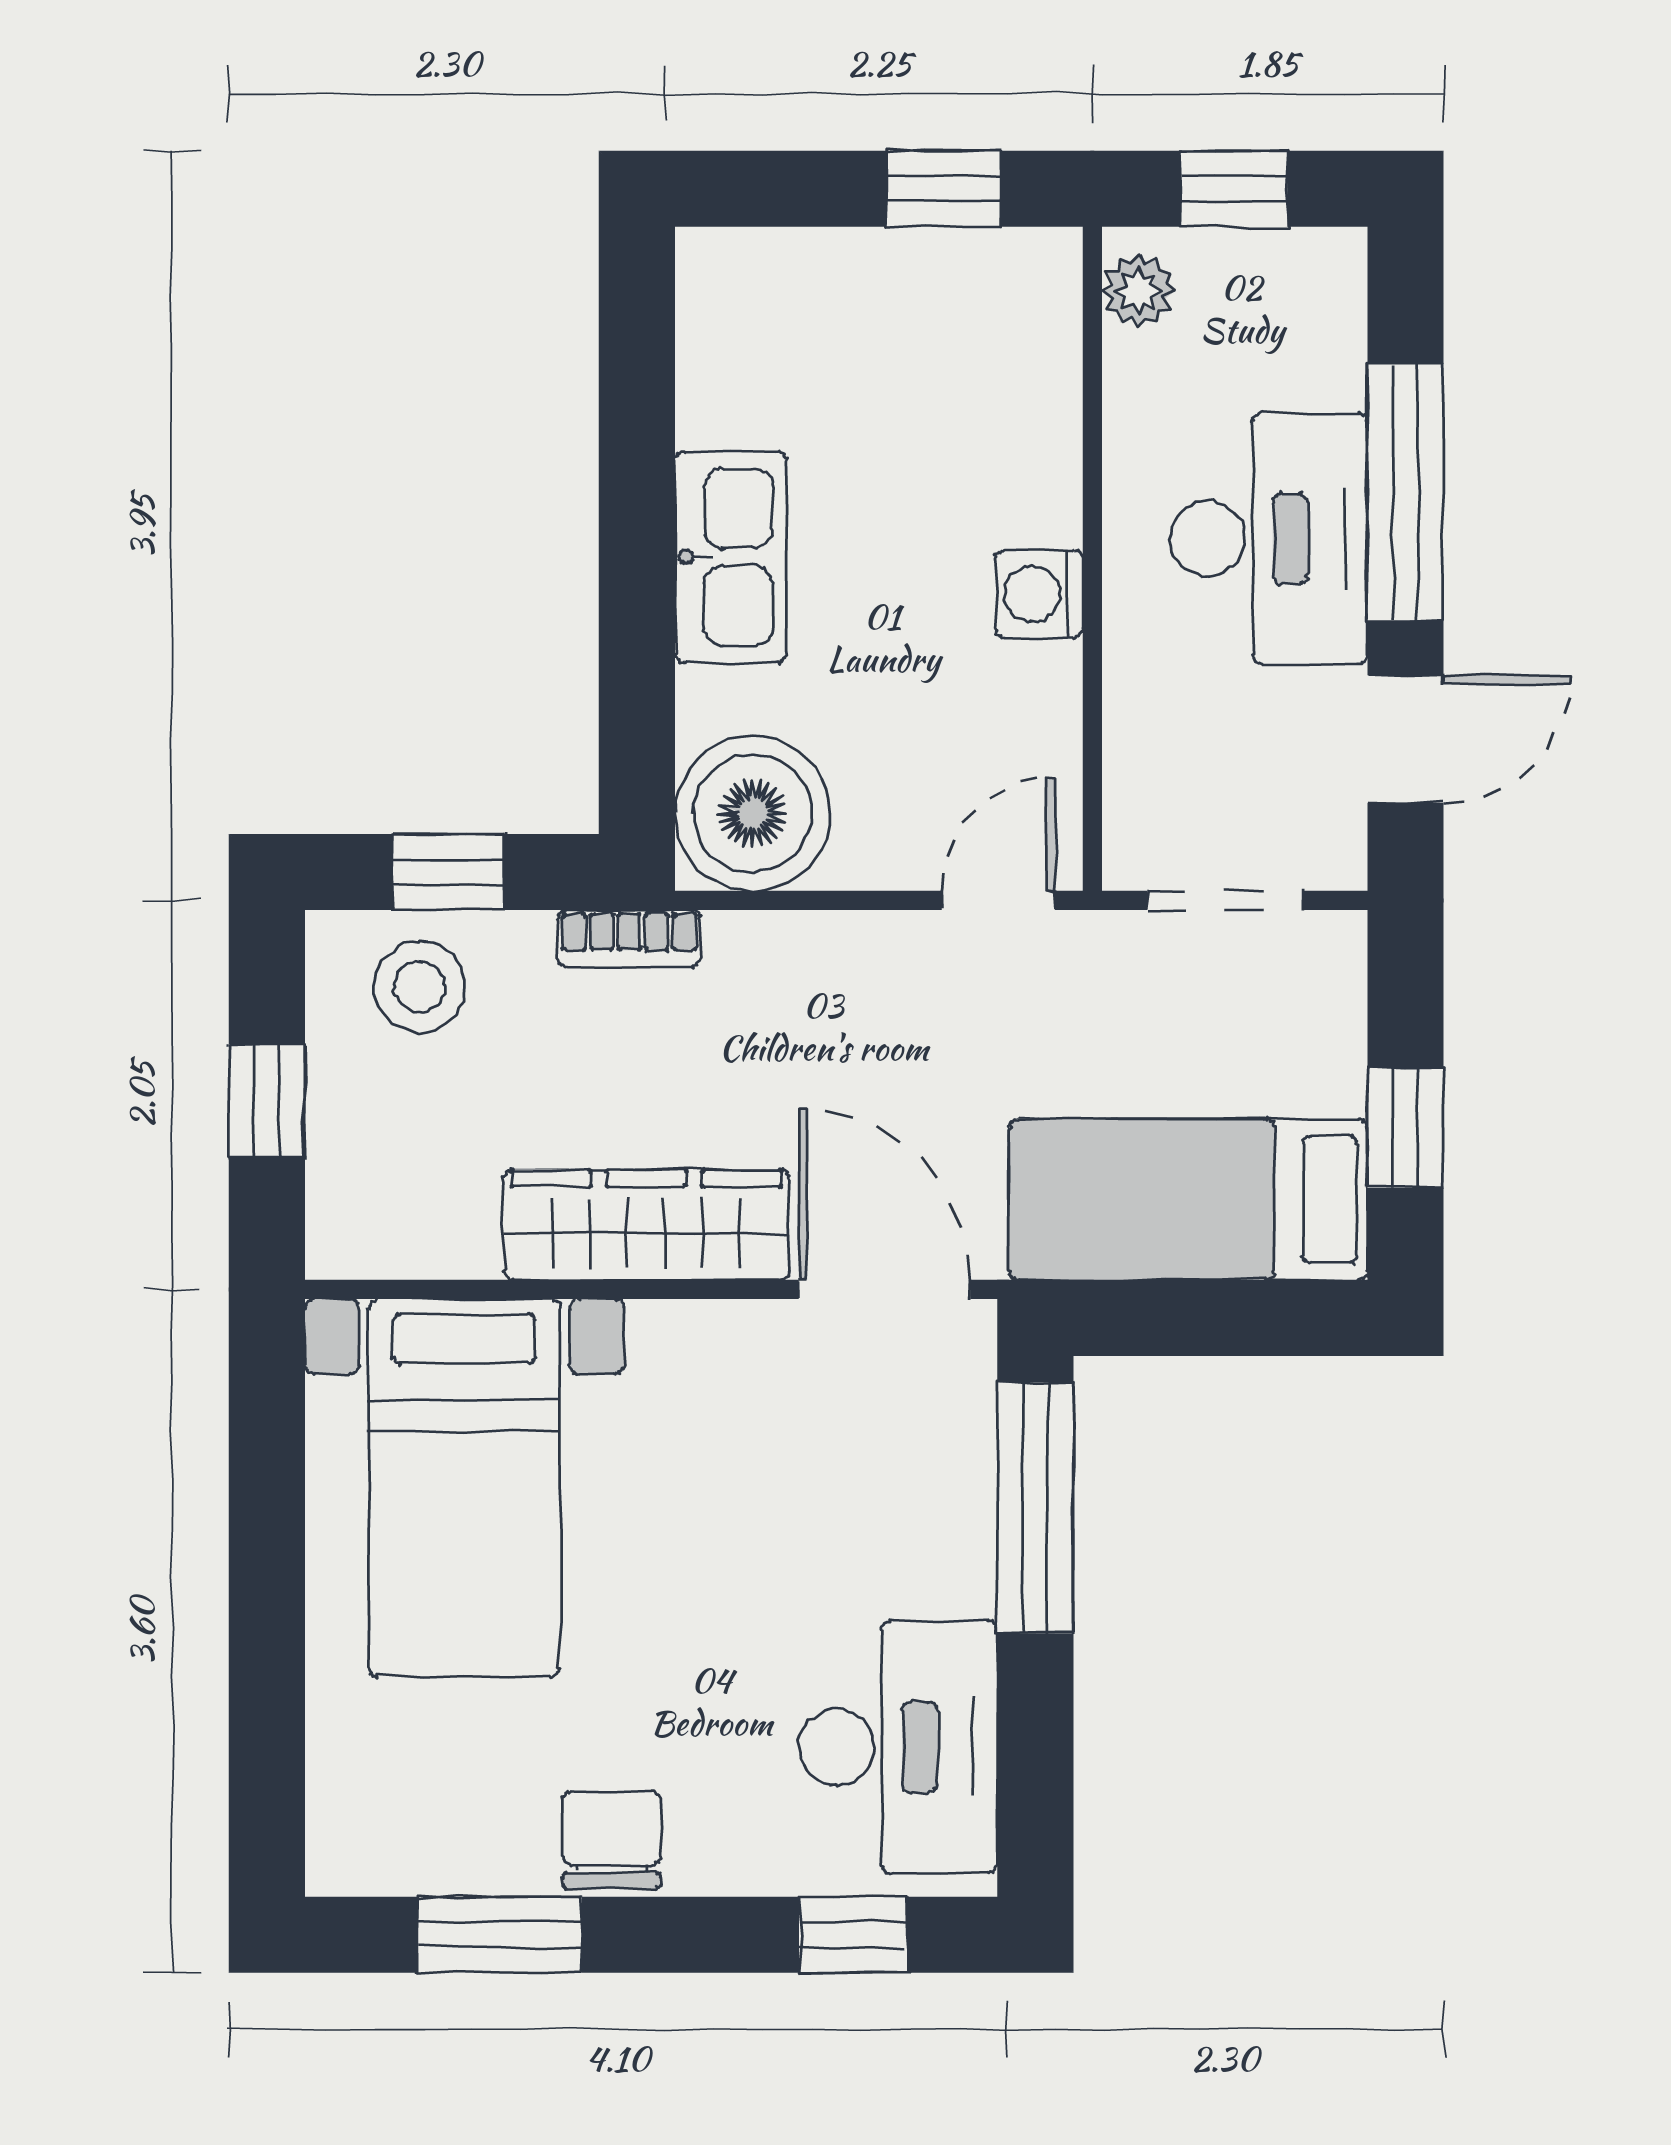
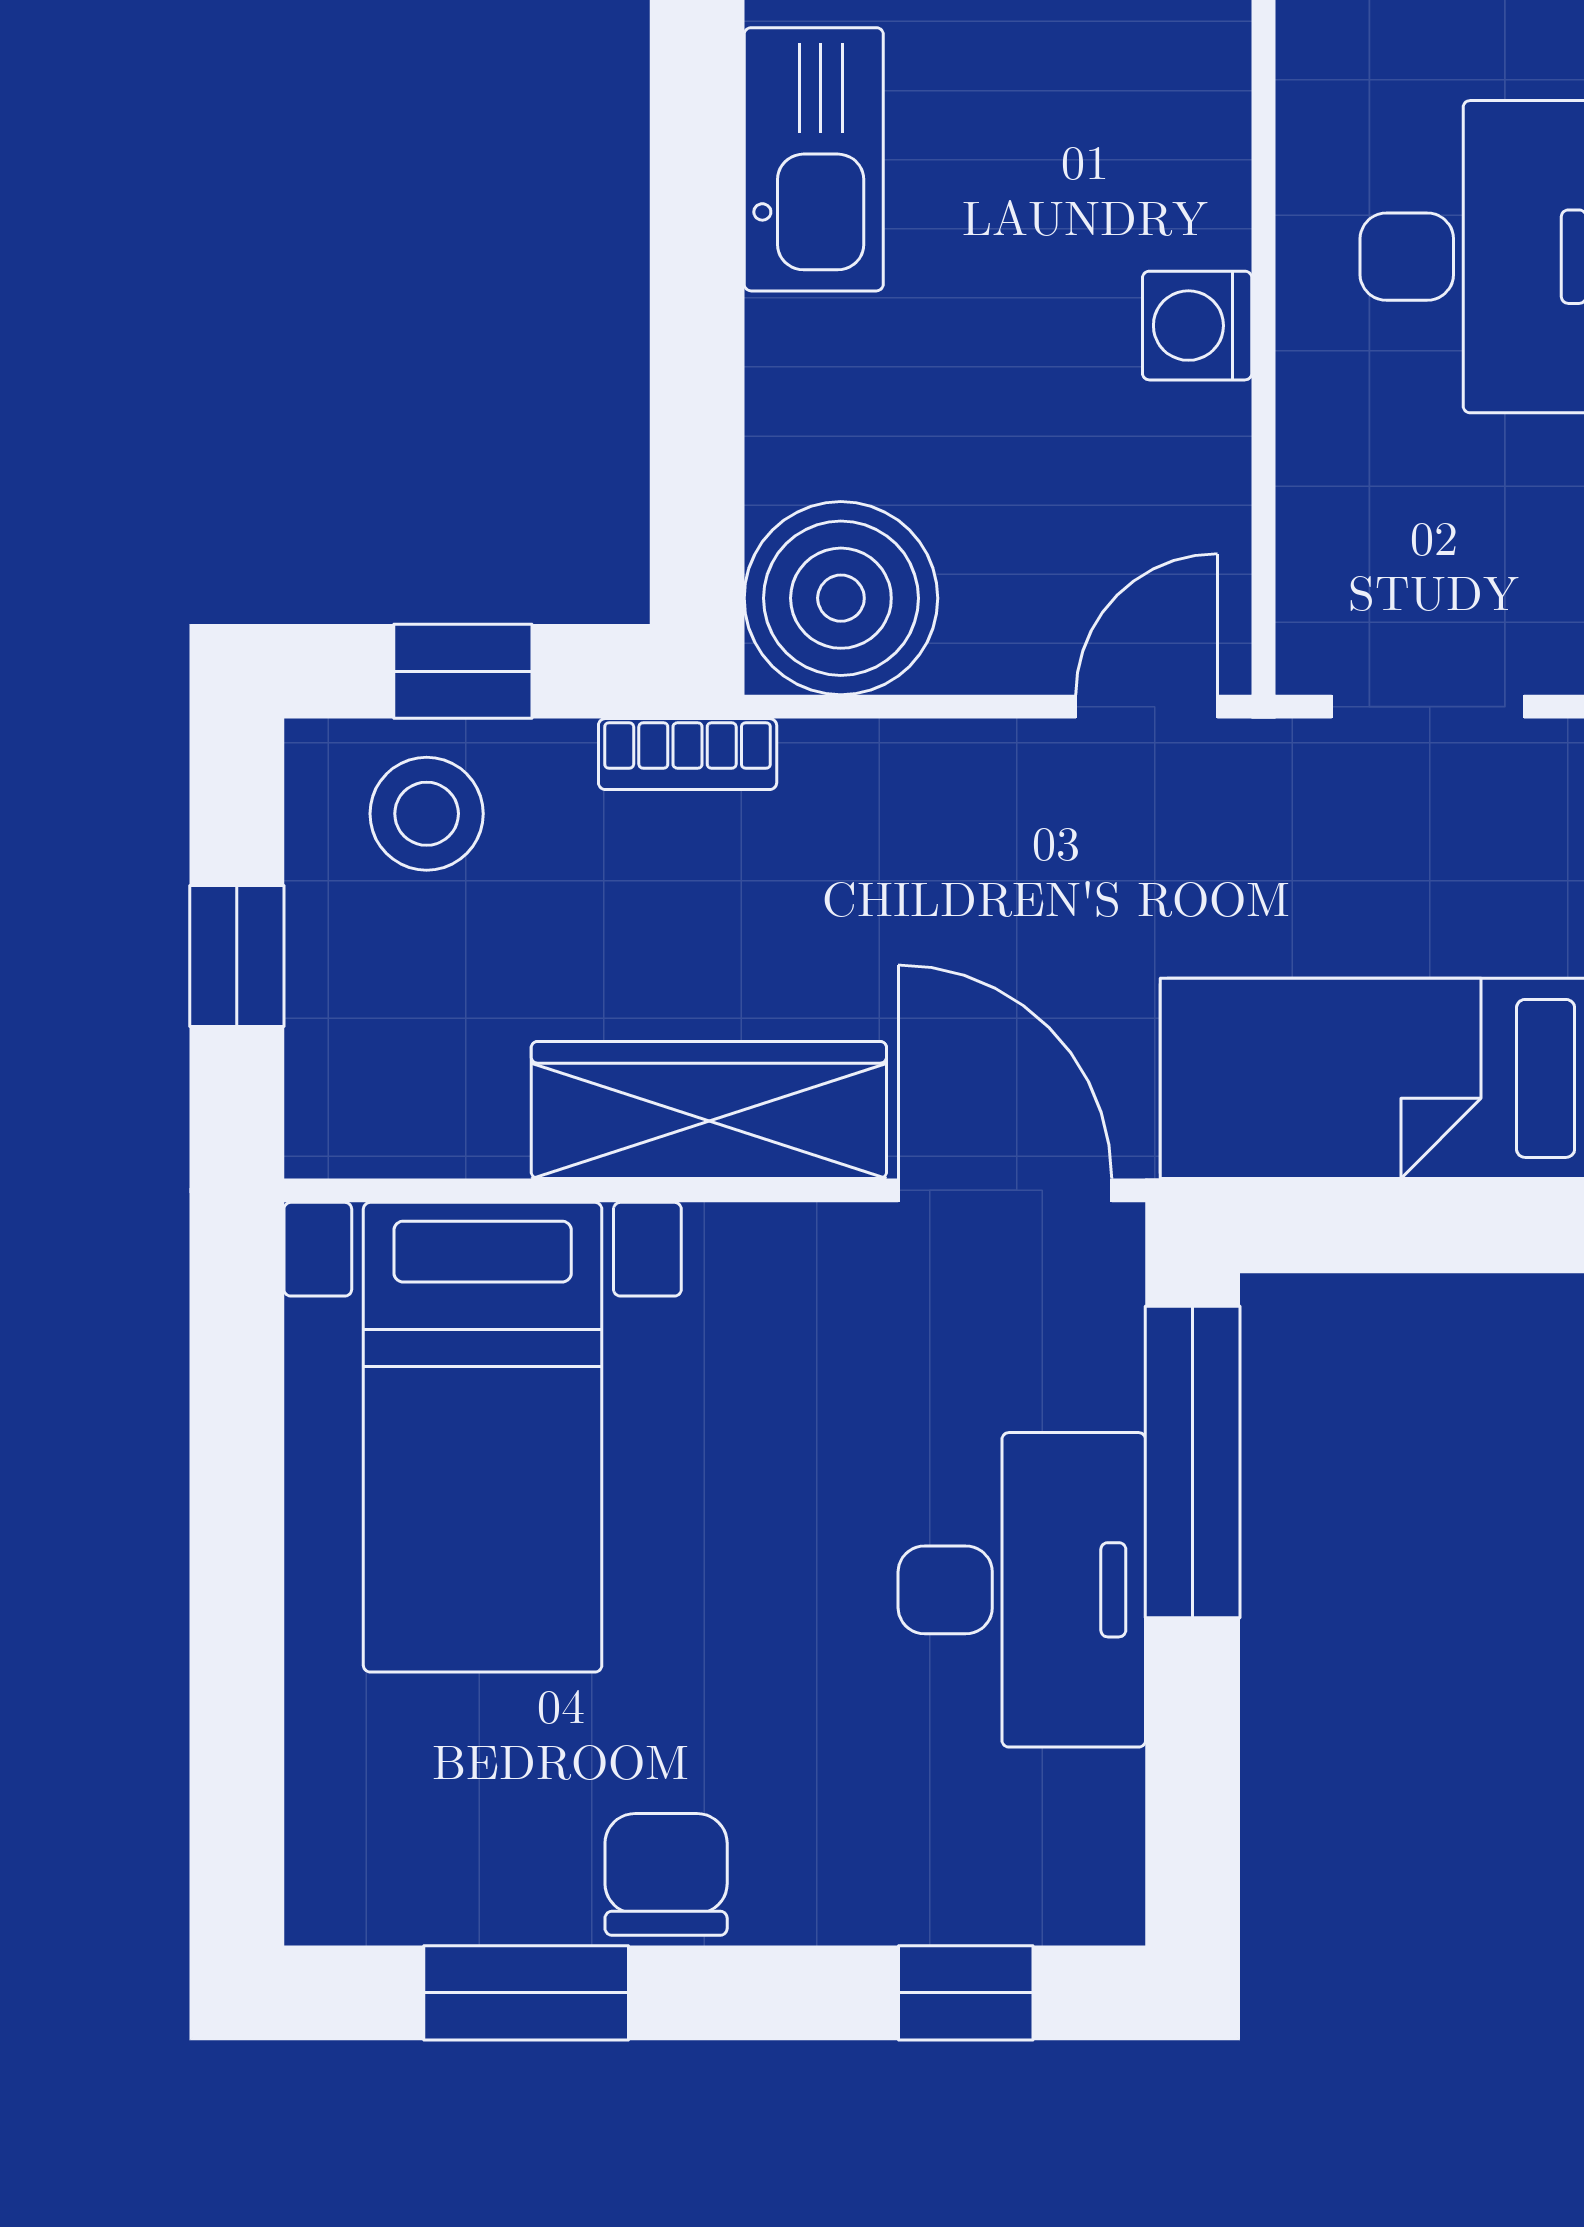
kitchen sink: (731, 557) -> (814, 159), moved
desk: (898, 1747) -> (1022, 1590), moved

